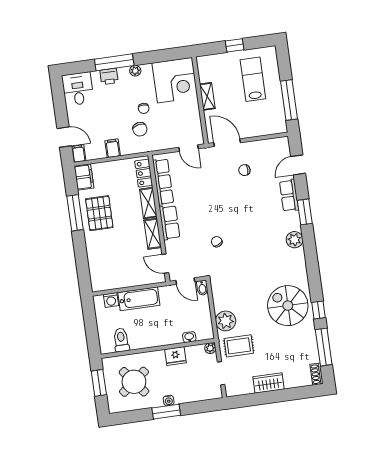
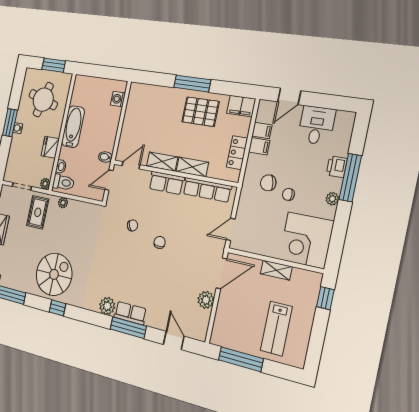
window: (235, 45) -> (325, 298), moved
lab bench: (253, 79) -> (276, 329), turned 90
desk: (78, 89) -> (316, 125), moved, turned -90
plant: (254, 148) -> (206, 300), added
filing cabinet: (79, 154) -> (262, 130), moved
chair: (244, 170) -> (160, 242), moved
locker: (144, 173) -> (237, 153), moved, turned -90
row of seats: (289, 195) -> (130, 313), moved
window: (305, 212) -> (128, 328), width x1.44
window: (75, 213) -> (192, 83), moved
bidet: (202, 288) -> (105, 157), moved
bathtub: (139, 299) -> (73, 127), moved, turned 180
window: (318, 310) -> (57, 308), moved
plant: (226, 321) -> (63, 203), width x0.53, depth x0.53
toilet: (121, 340) -> (63, 182), moved
round table: (134, 382) -> (43, 100), turned -36

